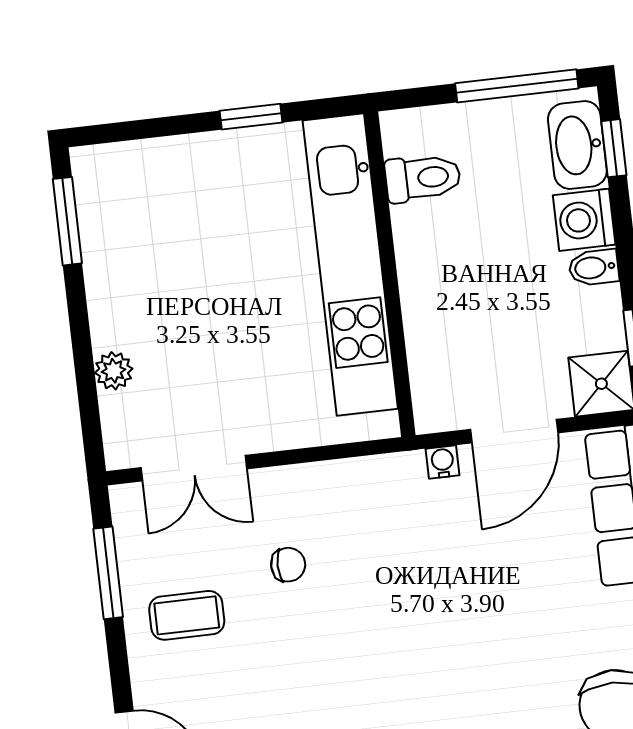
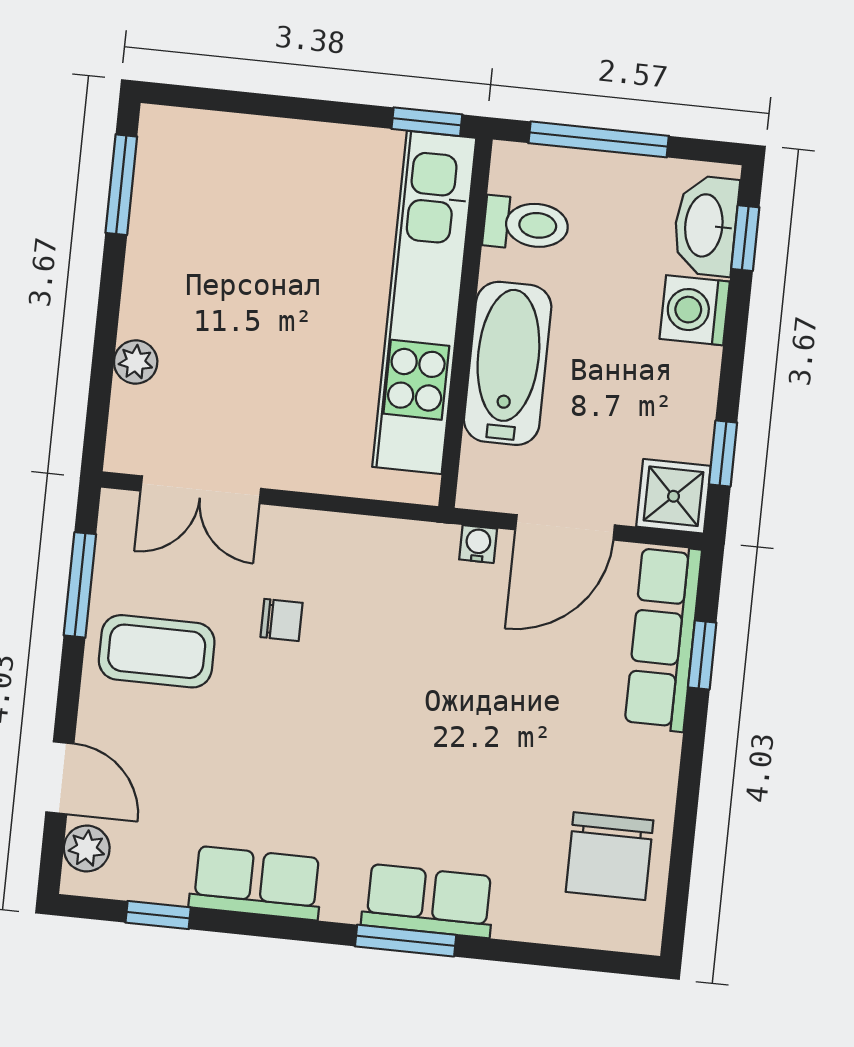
window: (517, 86) -> (599, 139), moved
window: (251, 117) -> (427, 122), moved
bidet: (594, 268) -> (694, 366), removed
bathtub: (434, 301) -> (508, 363), added
coffee table: (187, 615) -> (157, 651), width x1.36, depth x1.30

